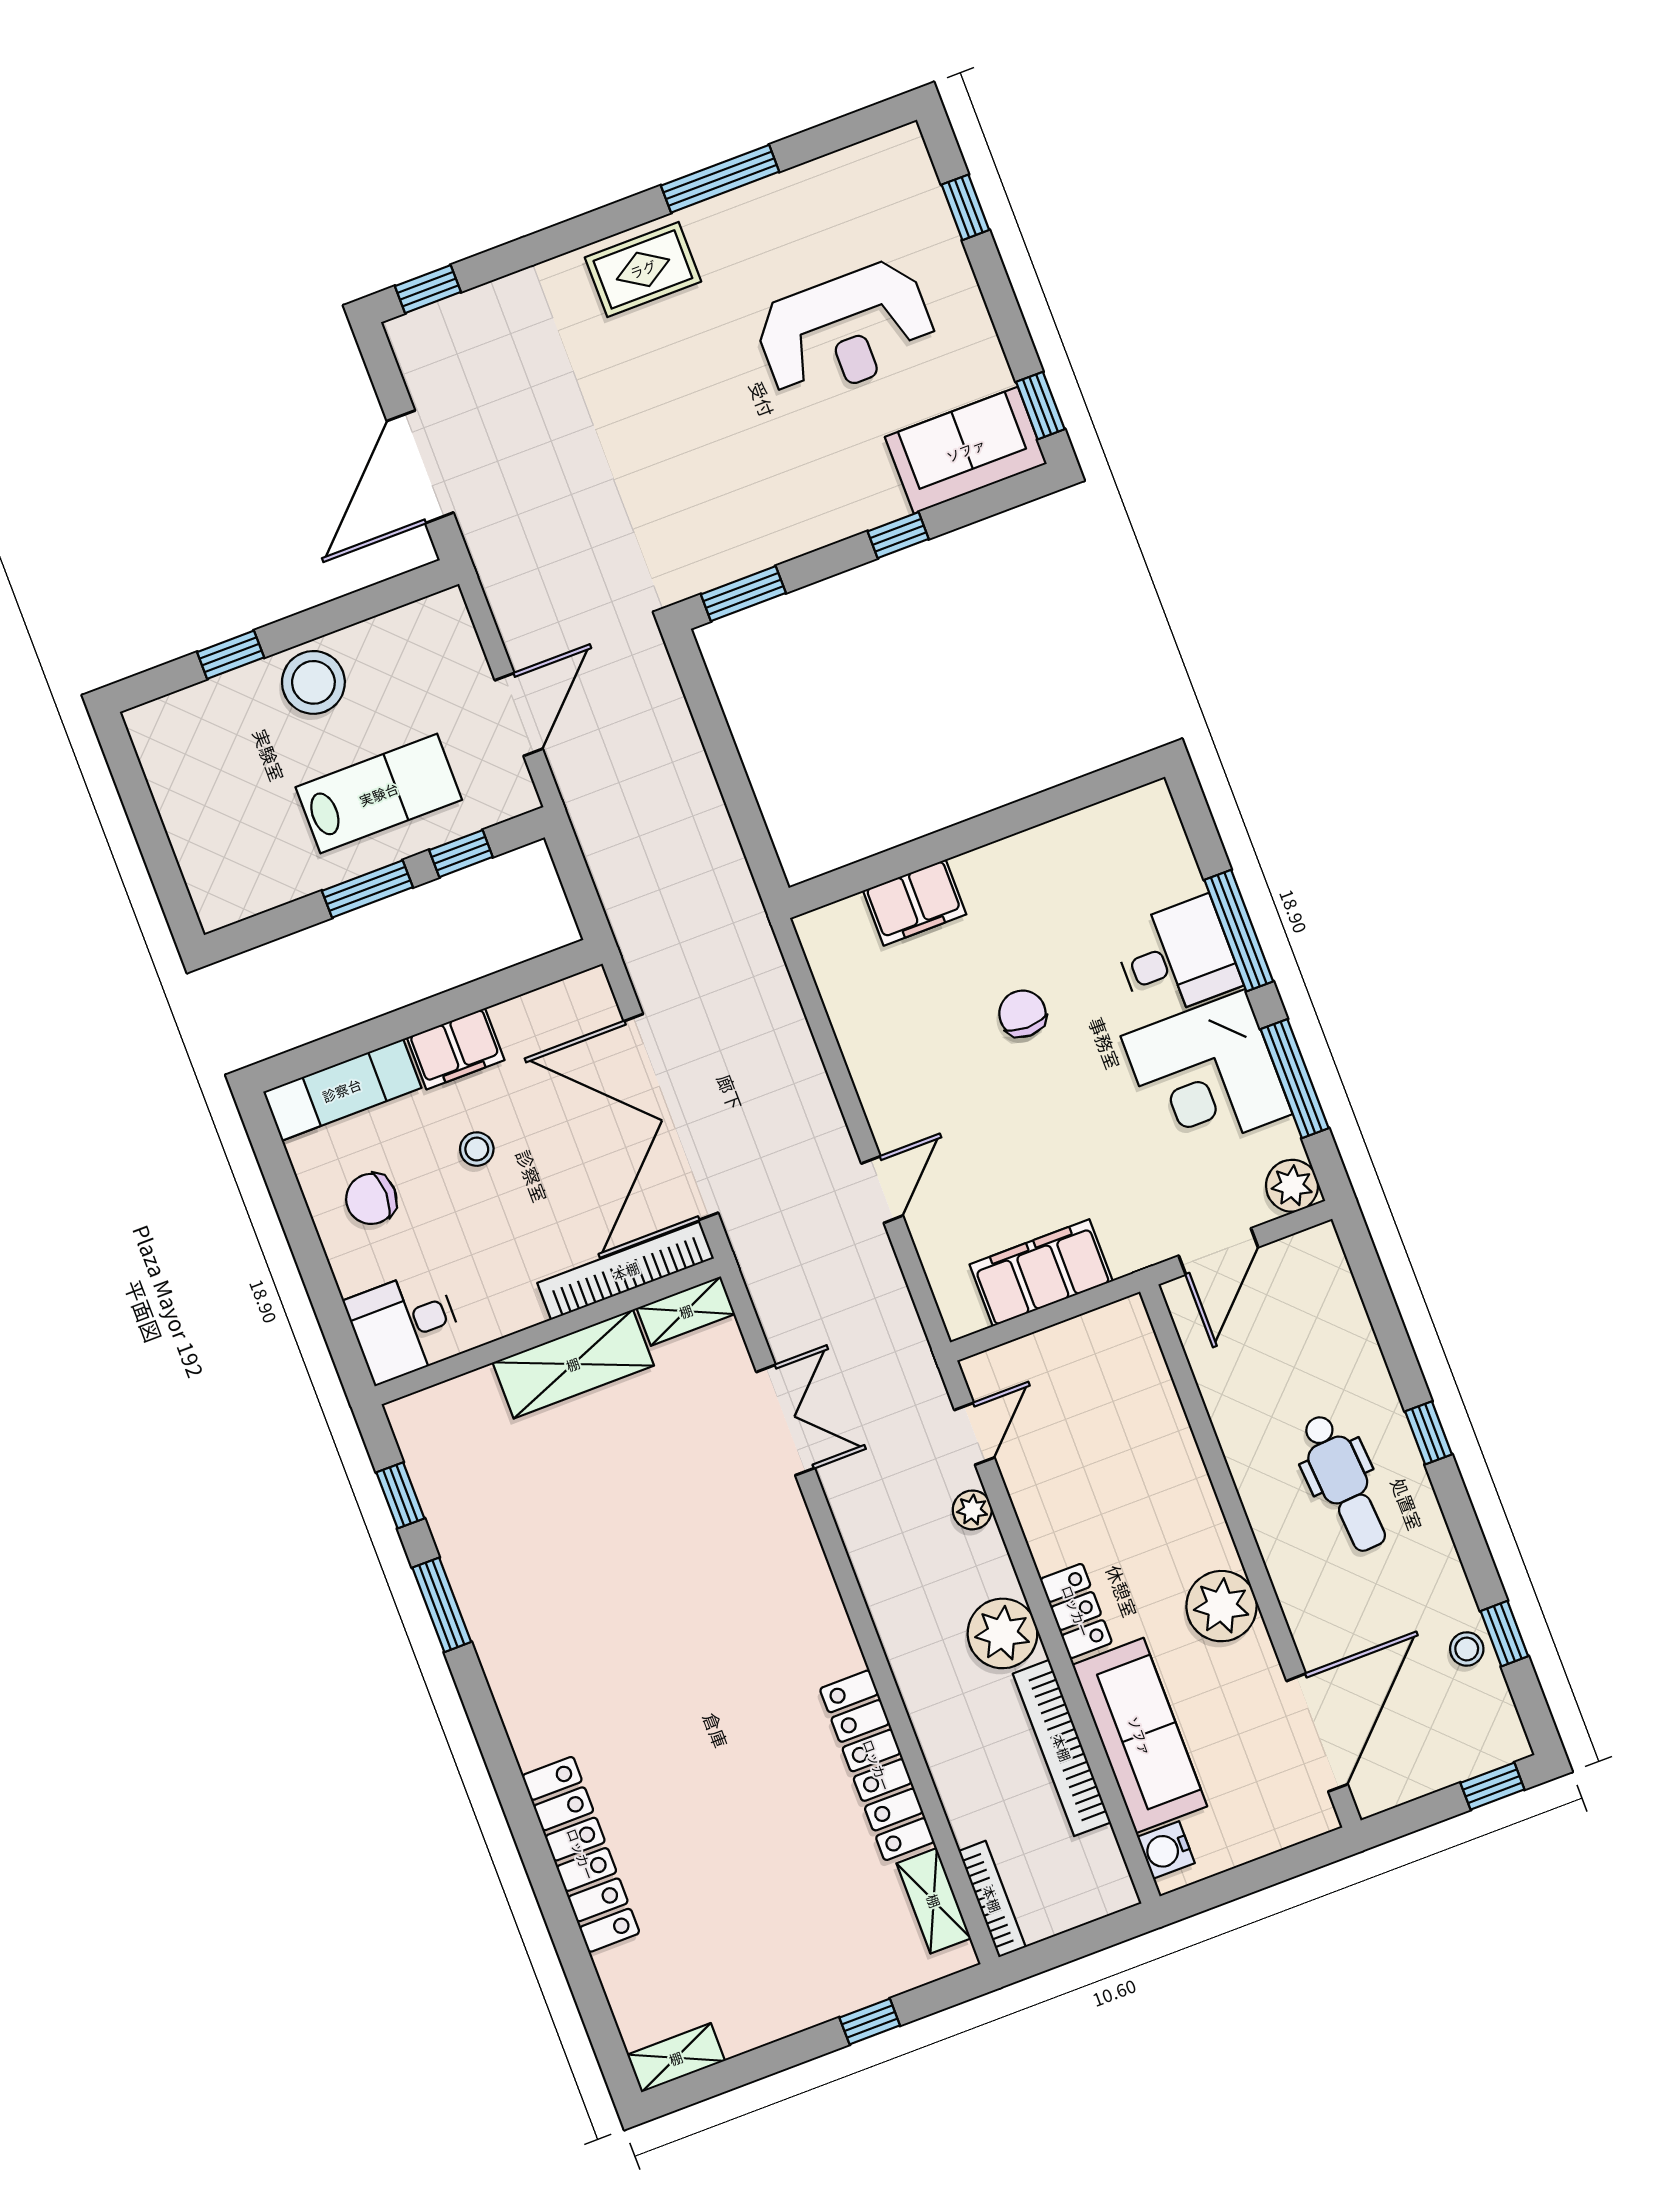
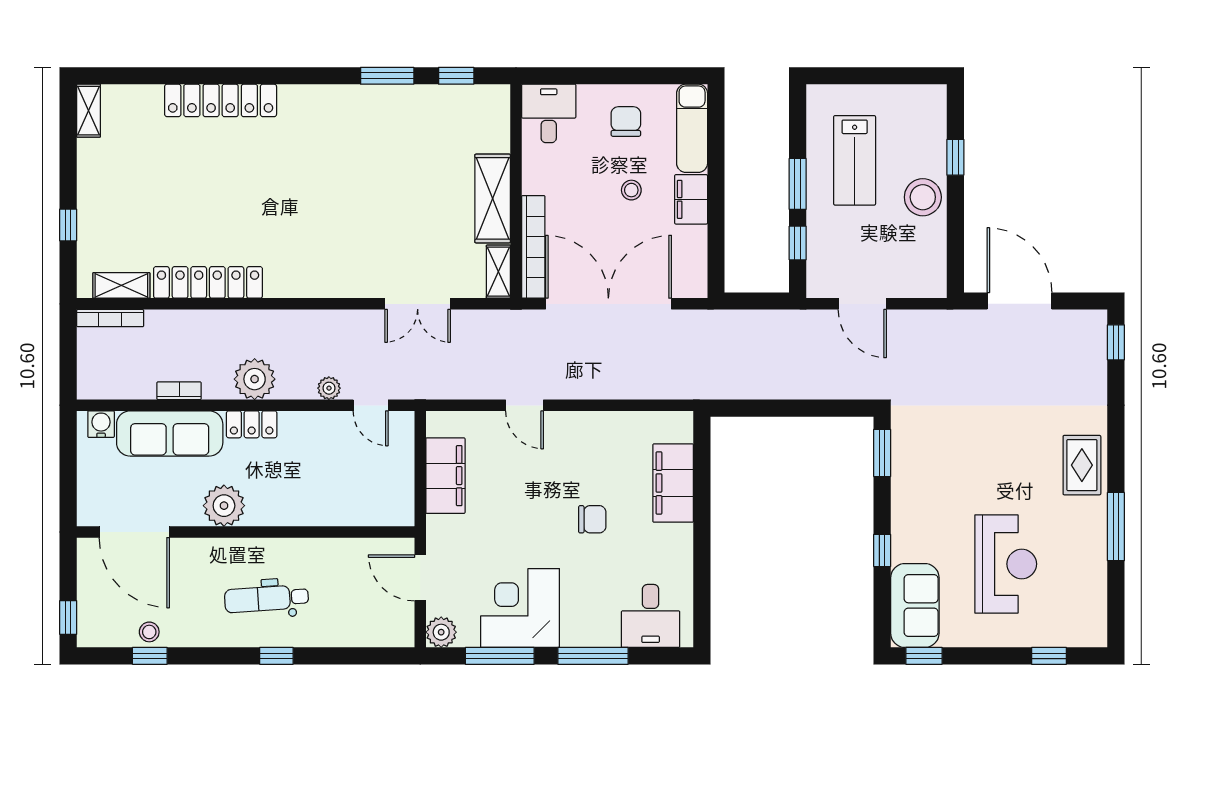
reception desk: (846, 331) -> (1006, 564), turned 180
lab bench: (379, 794) -> (855, 160), moved
filing cabinet: (915, 903) -> (673, 483), width x1.50, depth x1.17
desk: (1177, 958) -> (651, 616), moved
bookcase: (1062, 1748) -> (179, 391), width x0.43, depth x0.76

